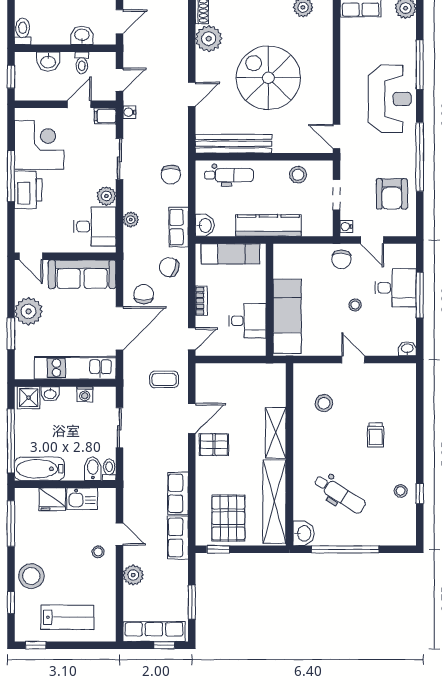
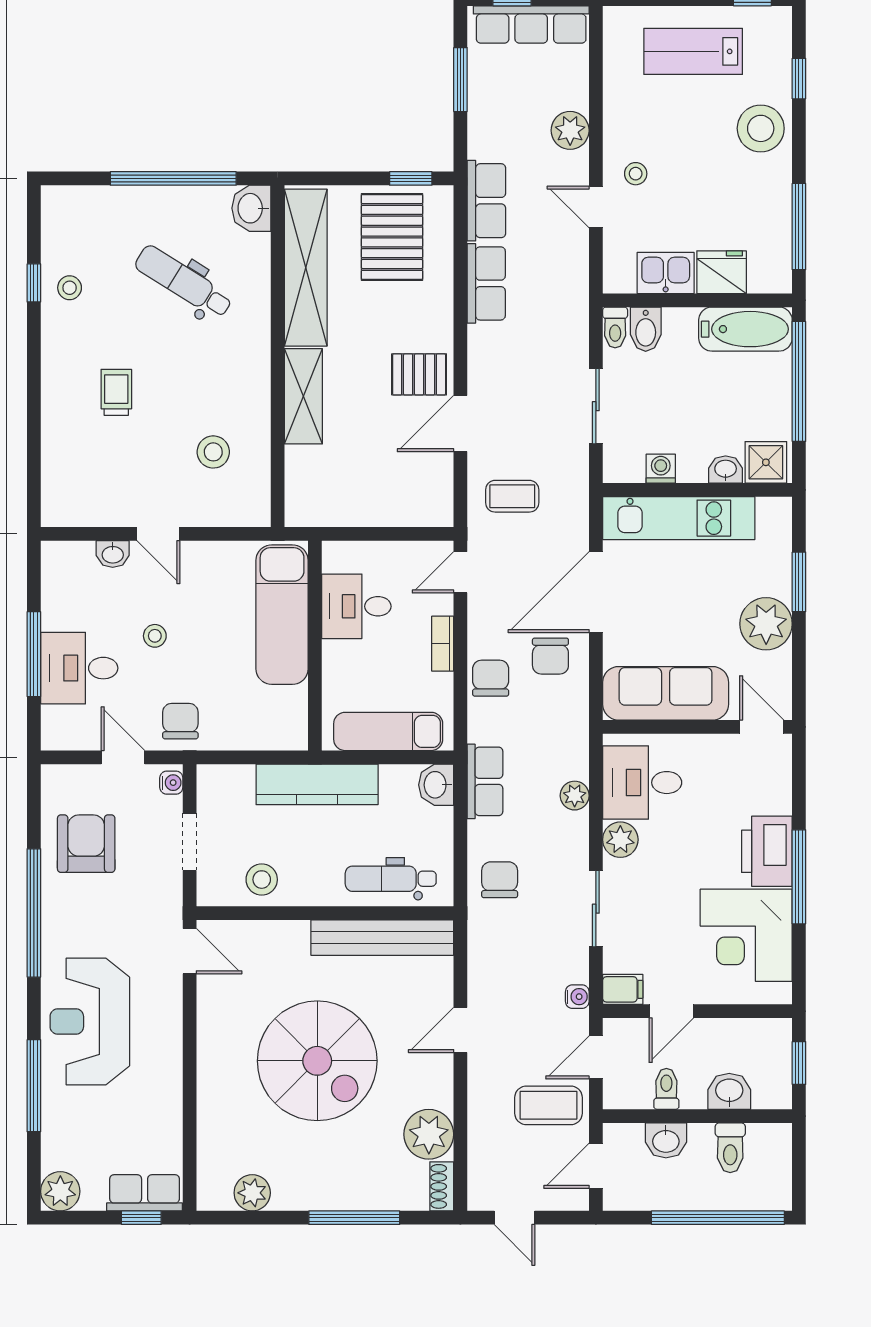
toilet: (23, 31) -> (730, 1148), moved
coffee table: (145, 54) -> (549, 1105), added
chair: (169, 267) -> (491, 678), moved, turned -110
washbasin: (407, 349) -> (113, 554), moved

